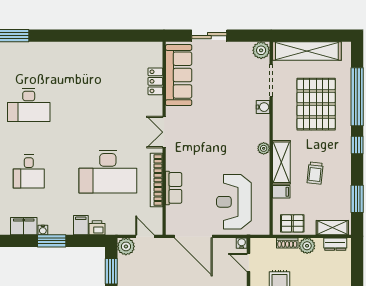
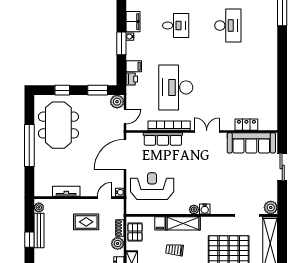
desk: (29, 105) -> (228, 25), turned 180
water cooler: (263, 107) -> (205, 209), moved
desk: (29, 172) -> (176, 25), turned 180
row of seats: (174, 188) -> (163, 139), width x1.48

